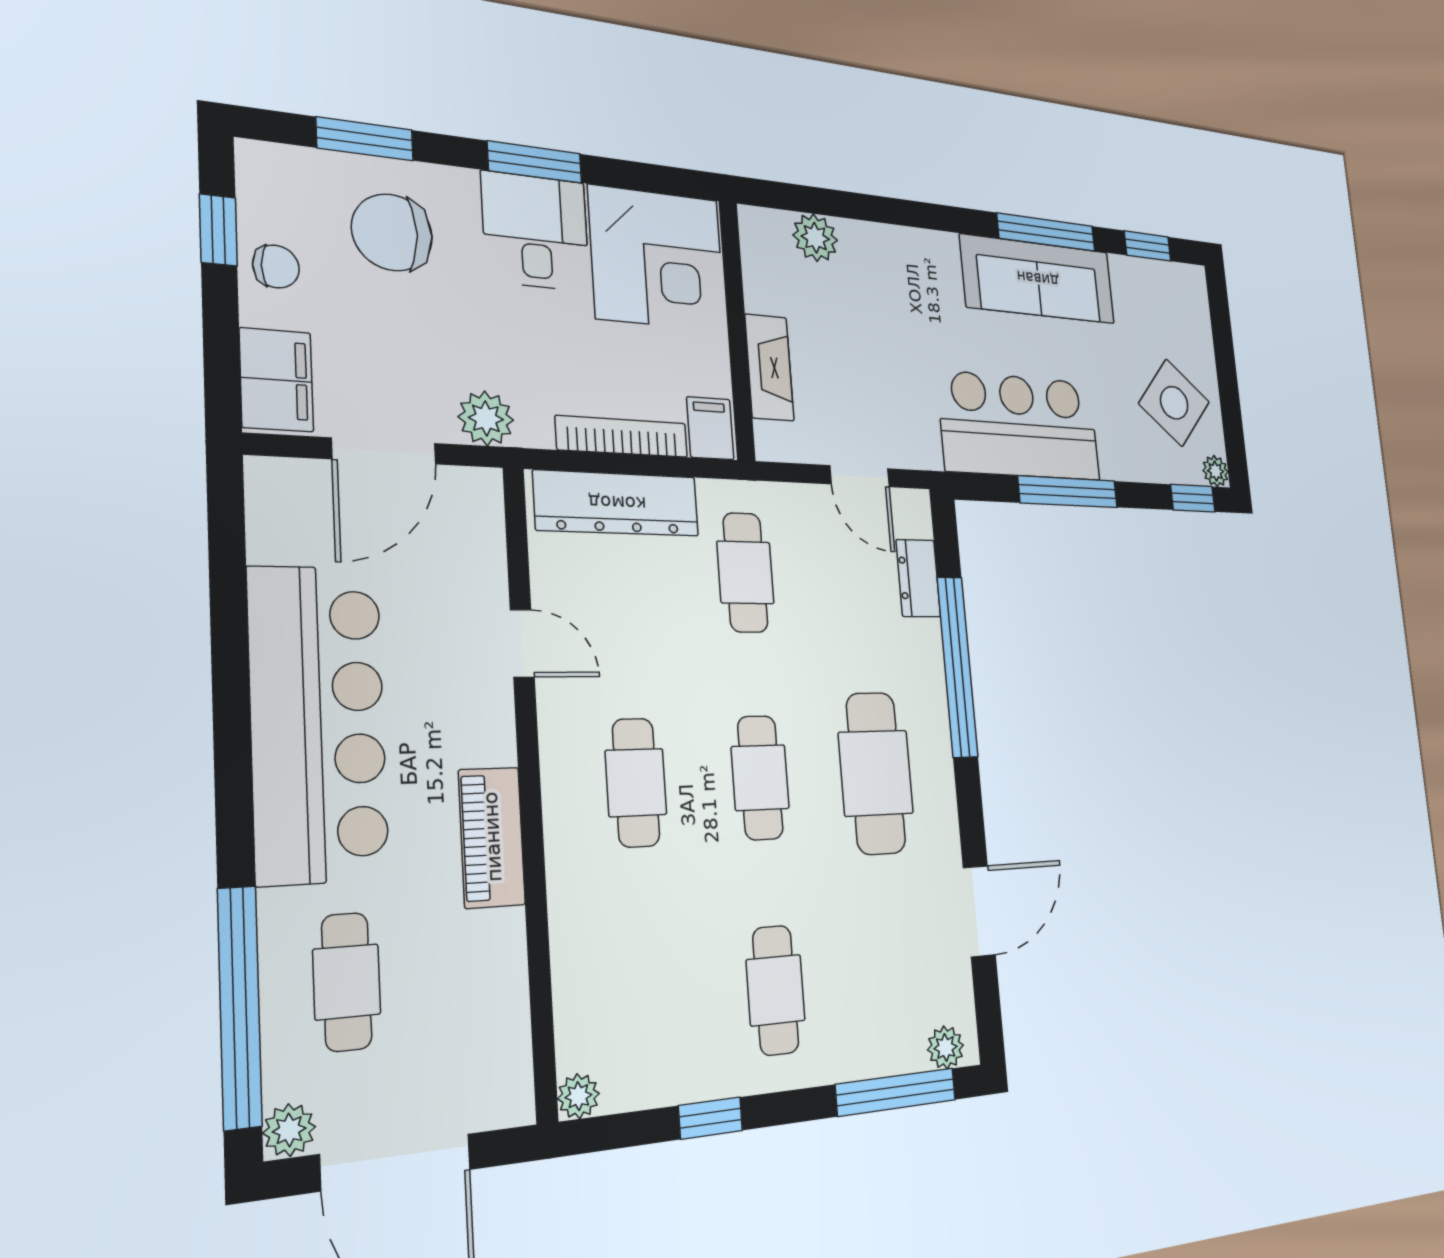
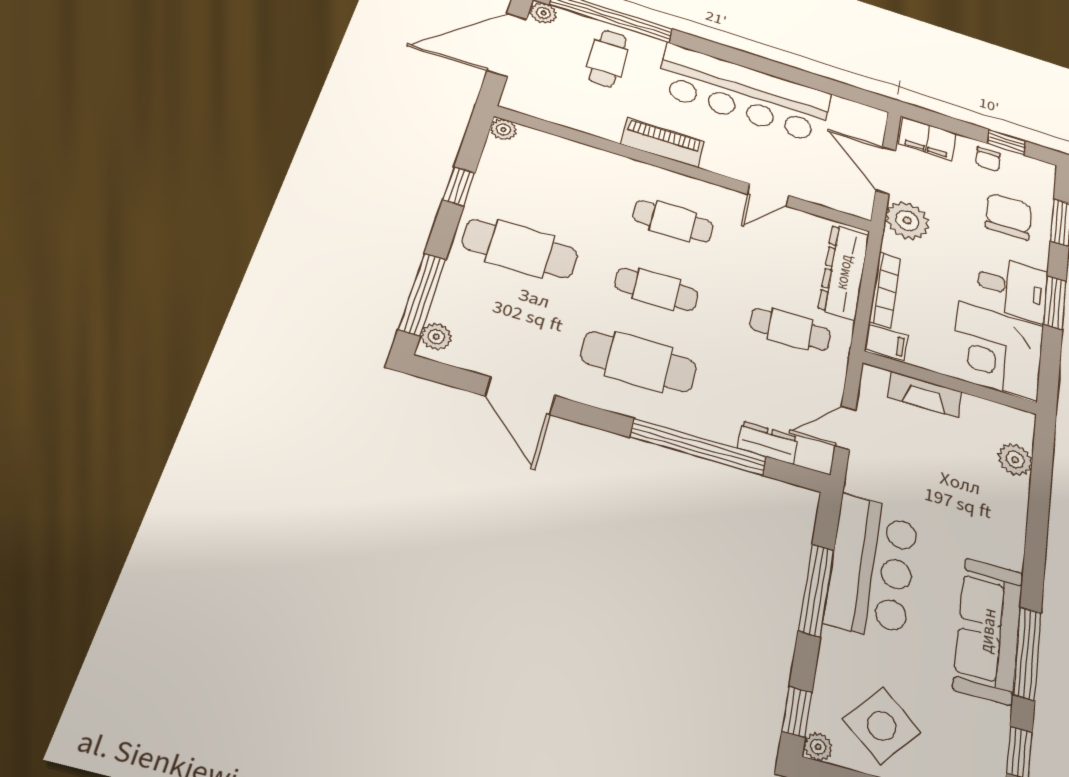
plant: (486, 418) -> (907, 220), width x1.36, depth x1.36
cafe table: (347, 982) -> (608, 58), turned 90
cafe table: (776, 990) -> (520, 249), width x1.37, depth x1.35

